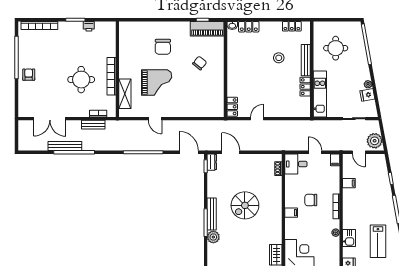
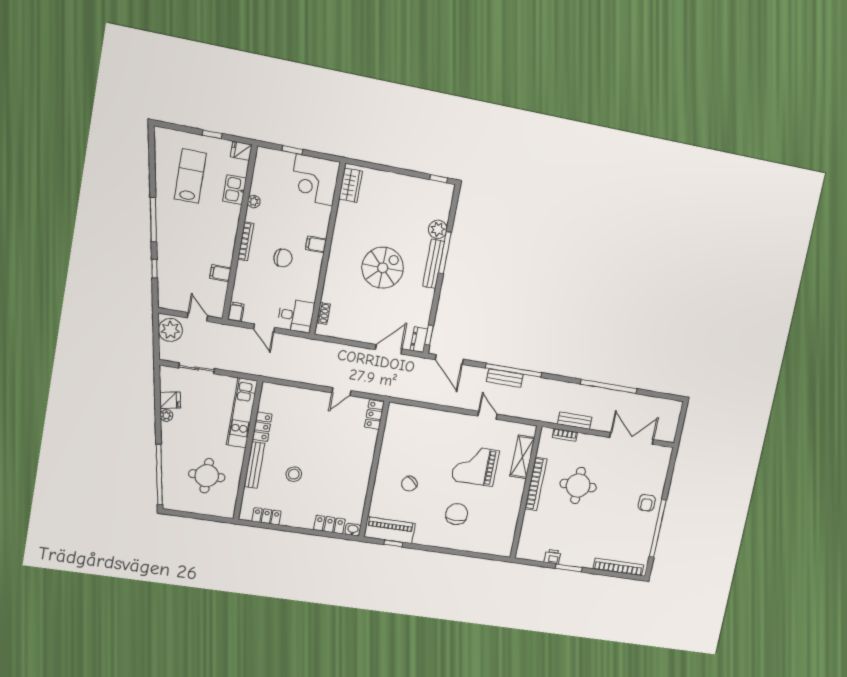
bench: (65, 146) -> (505, 378), moved, width x0.73
door: (231, 152) -> (389, 349), swing flipped

